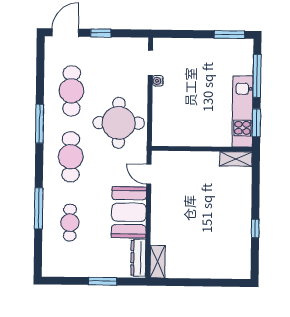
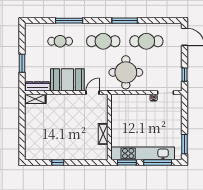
window: (101, 33) -> (184, 75), moved
kitchen unit: (243, 111) -> (143, 153), width x1.36
shelving: (236, 159) -> (103, 134), moved

